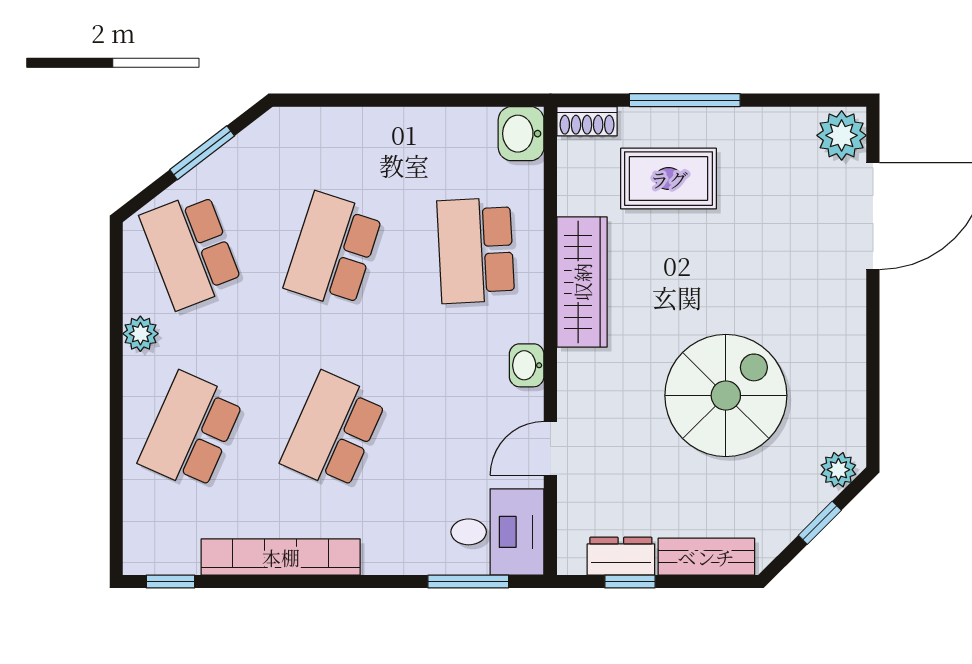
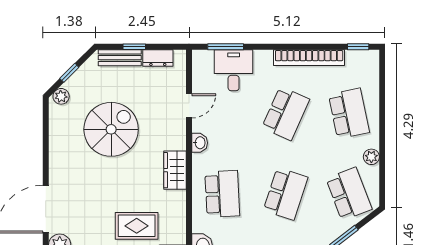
wardrobe: (582, 282) -> (175, 170), width x0.67
spiral stairs: (726, 396) -> (111, 129), turned 180
school desk: (191, 431) -> (349, 113), turned -36
desk: (497, 532) -> (234, 70), moved, turned 90
window: (630, 582) -> (134, 47), moved

